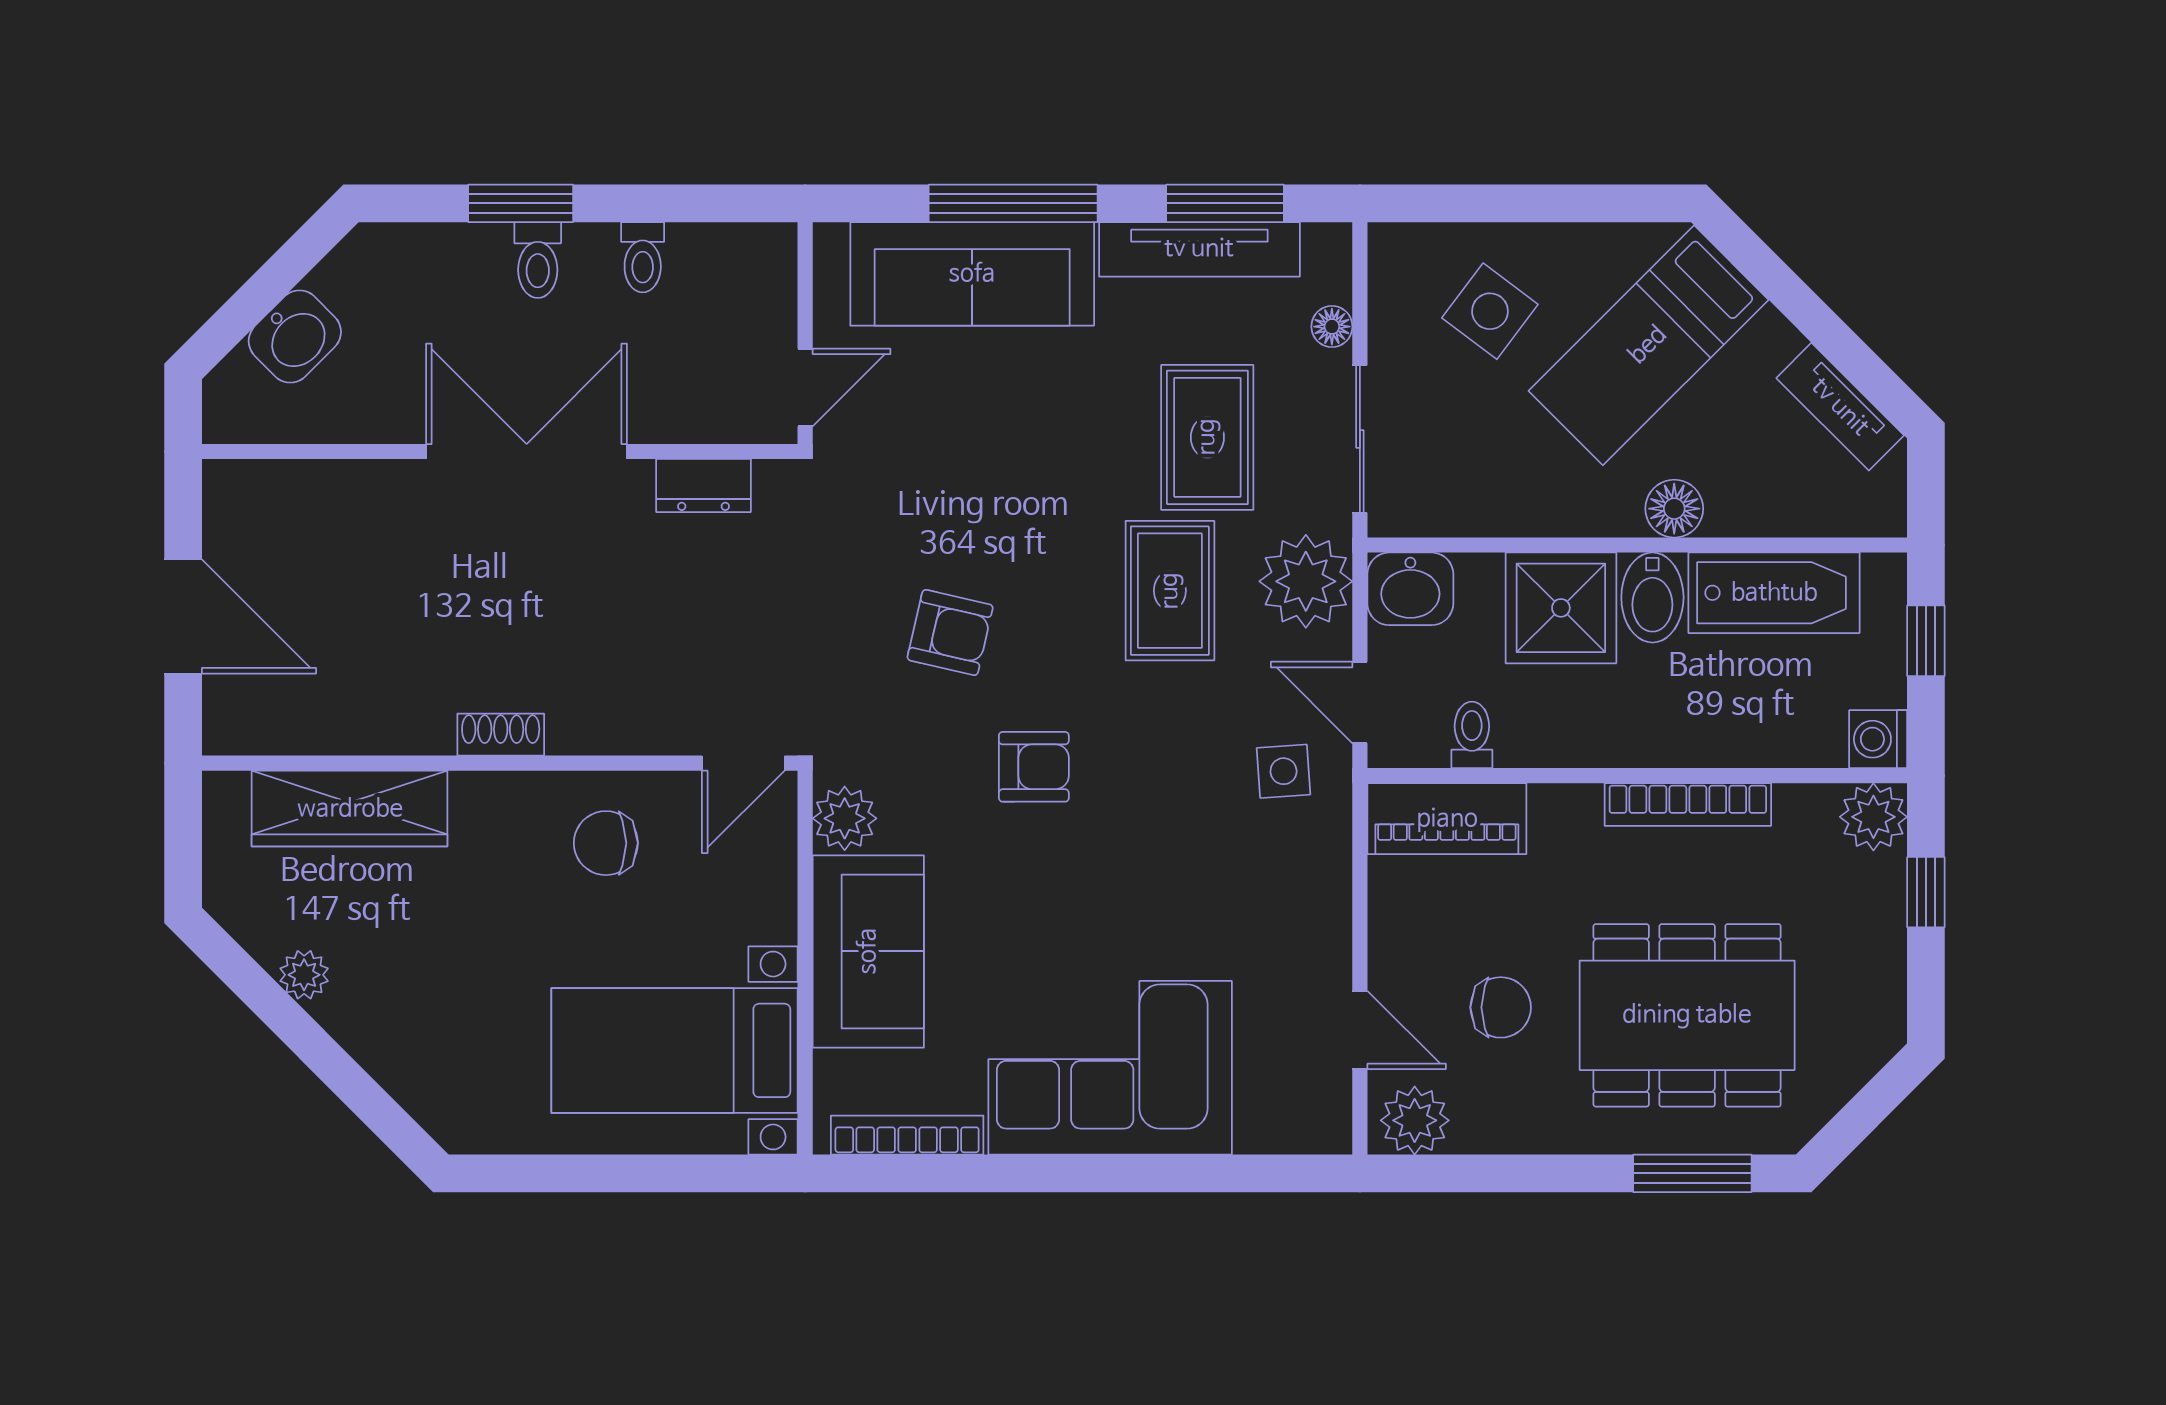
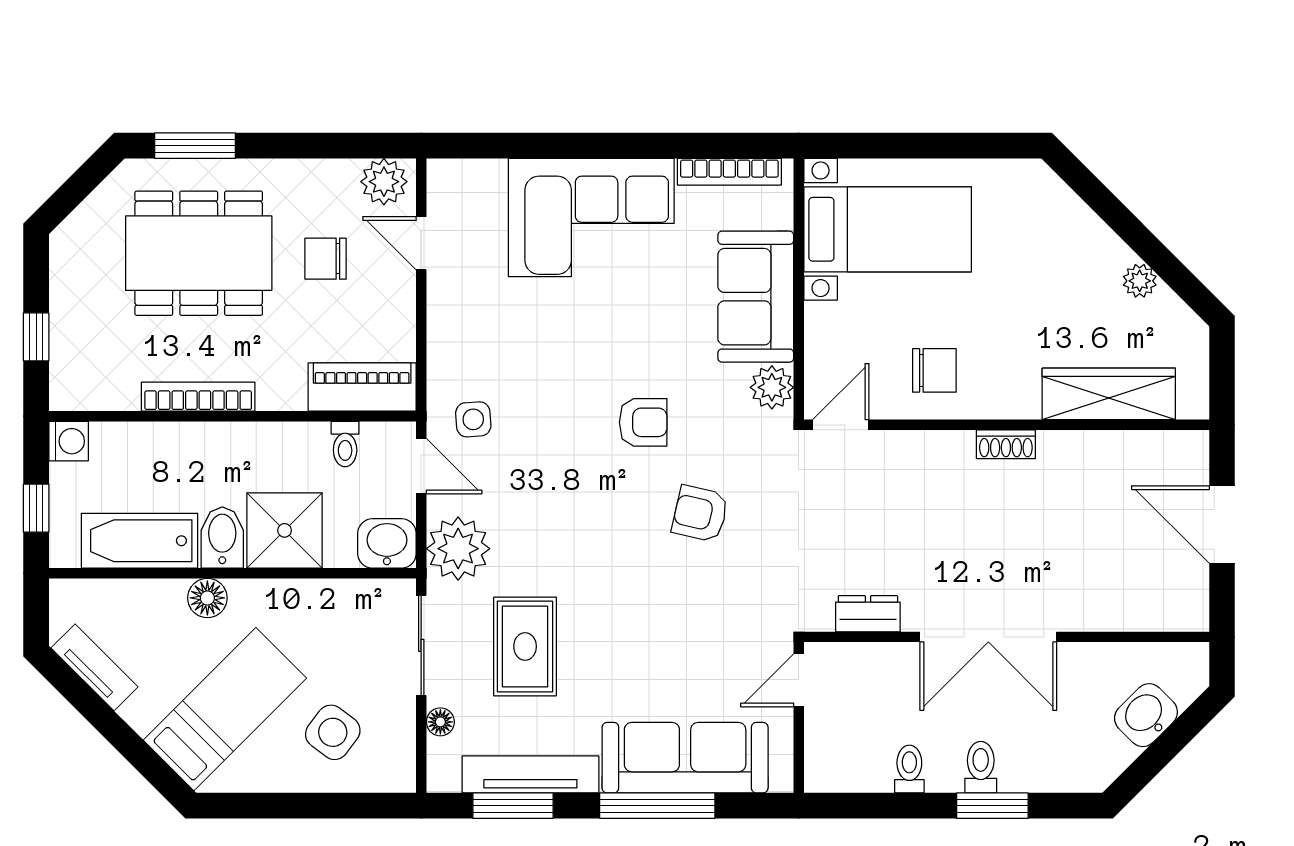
rug: (1170, 591) -> (551, 542), removed
armchair: (1034, 767) -> (643, 422), turned 180
plant: (1873, 817) -> (72, 388), removed

